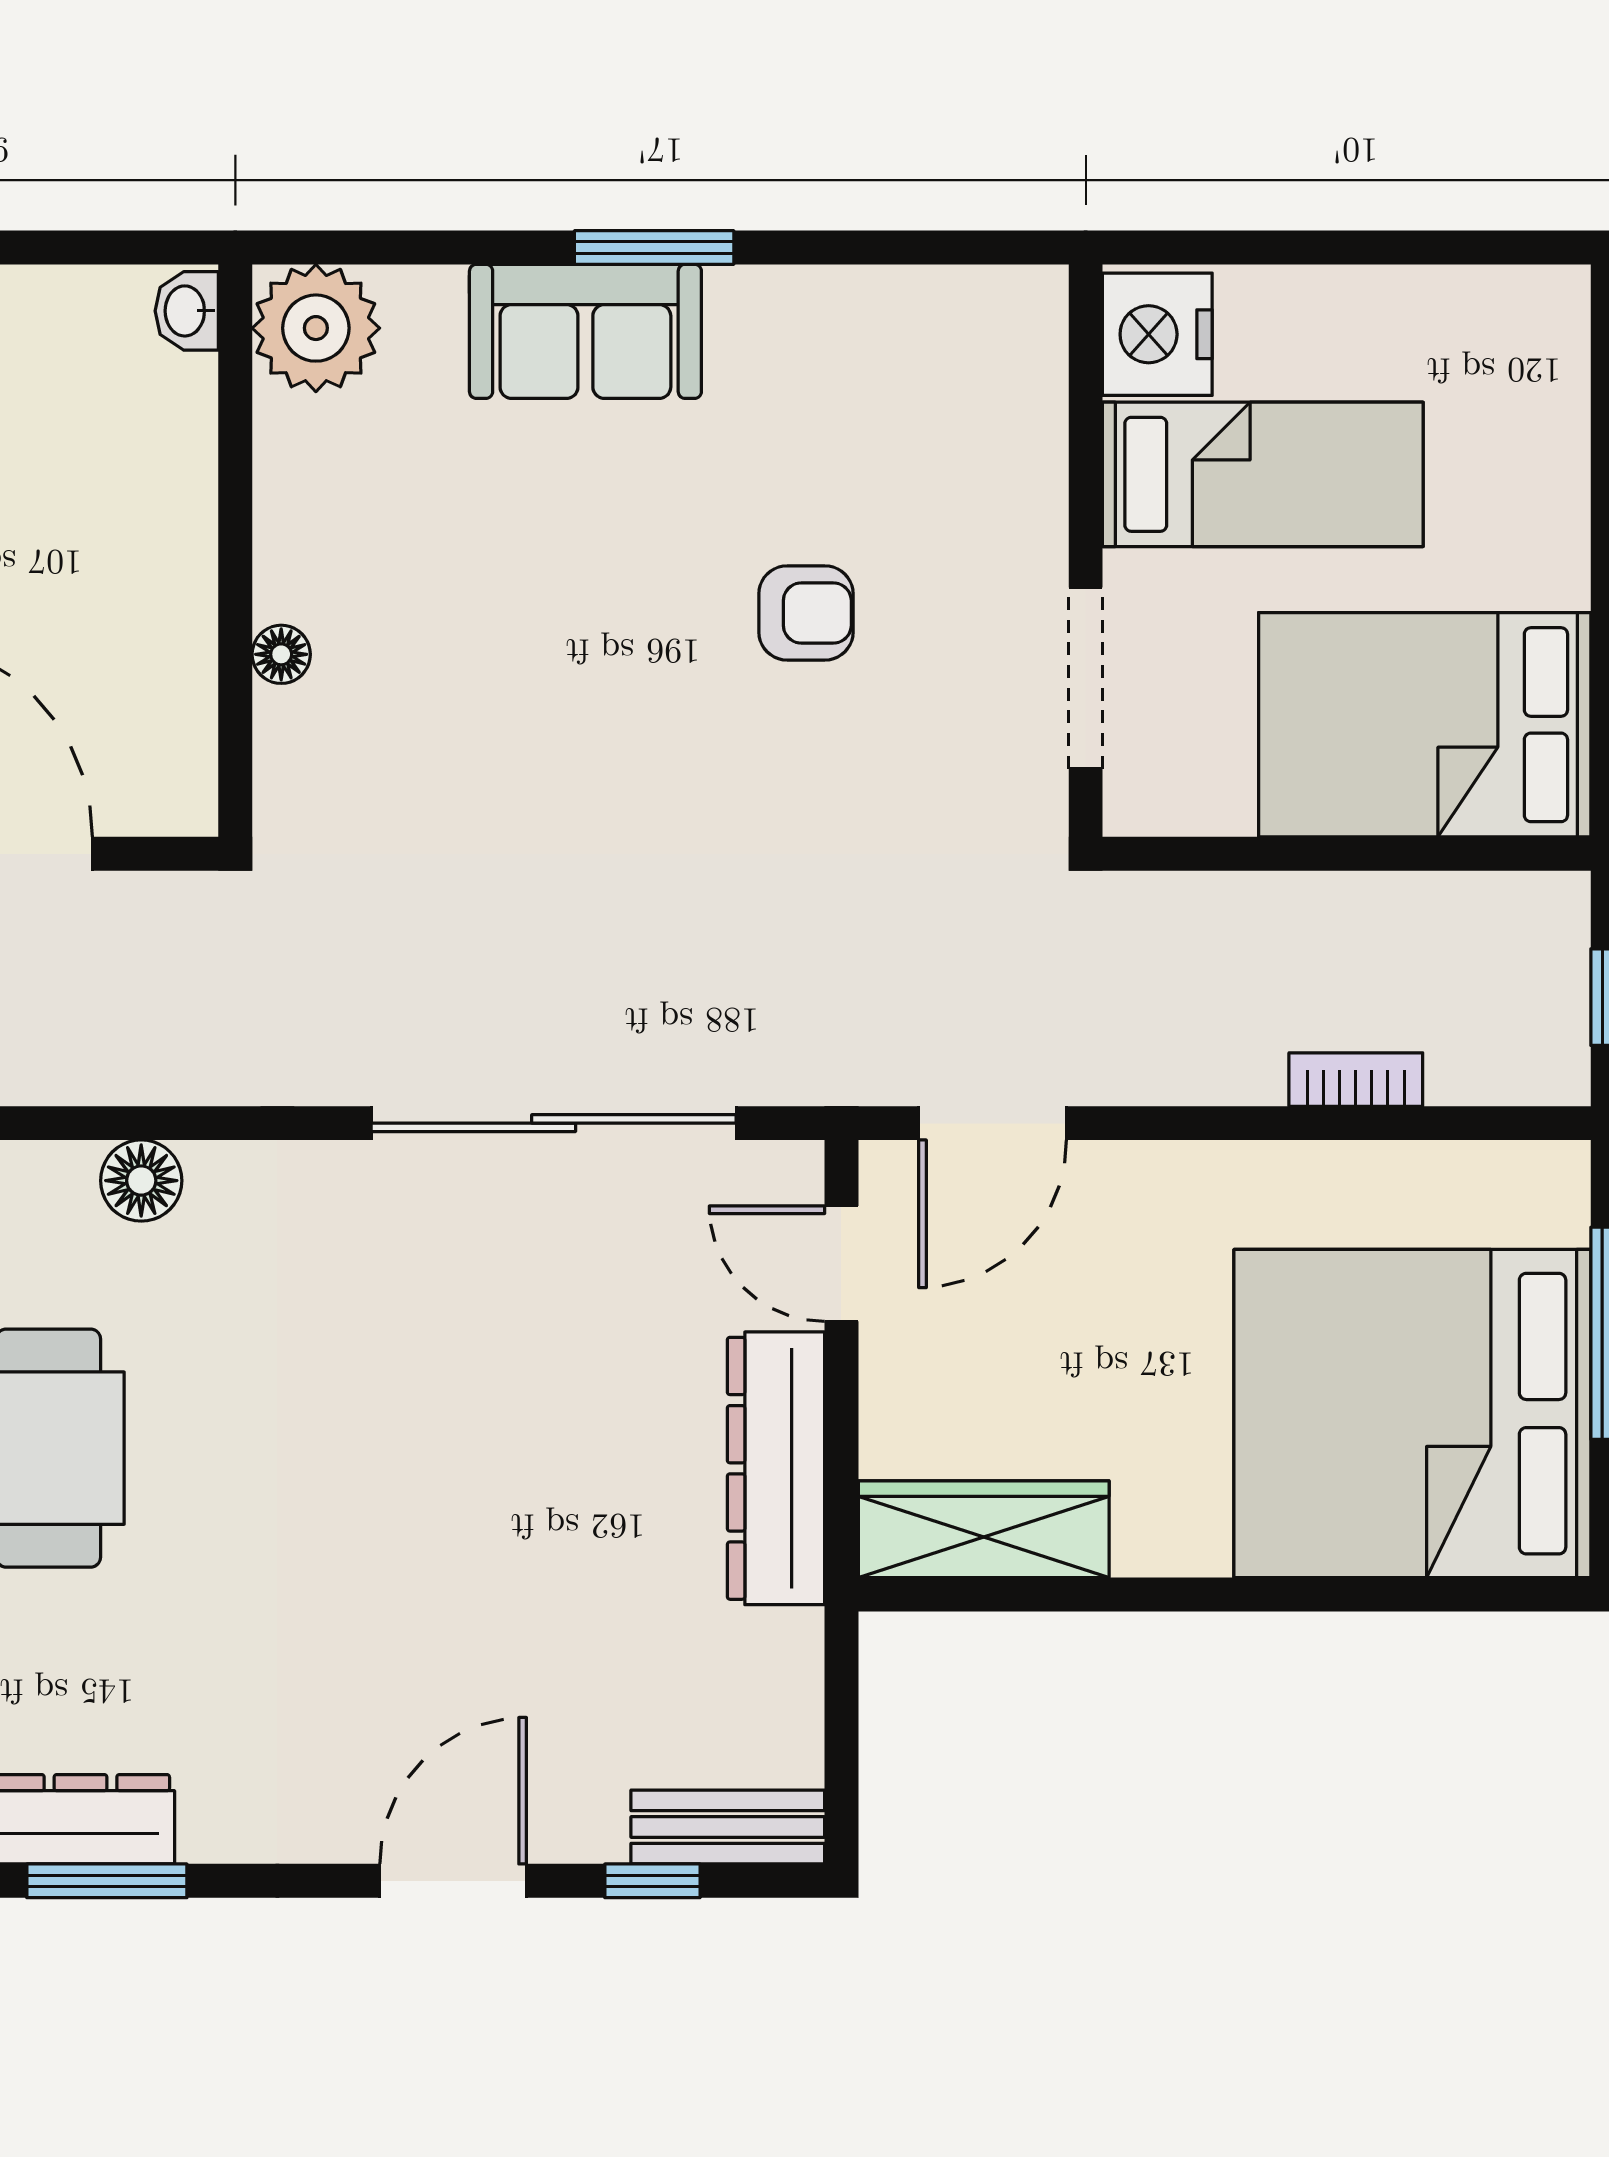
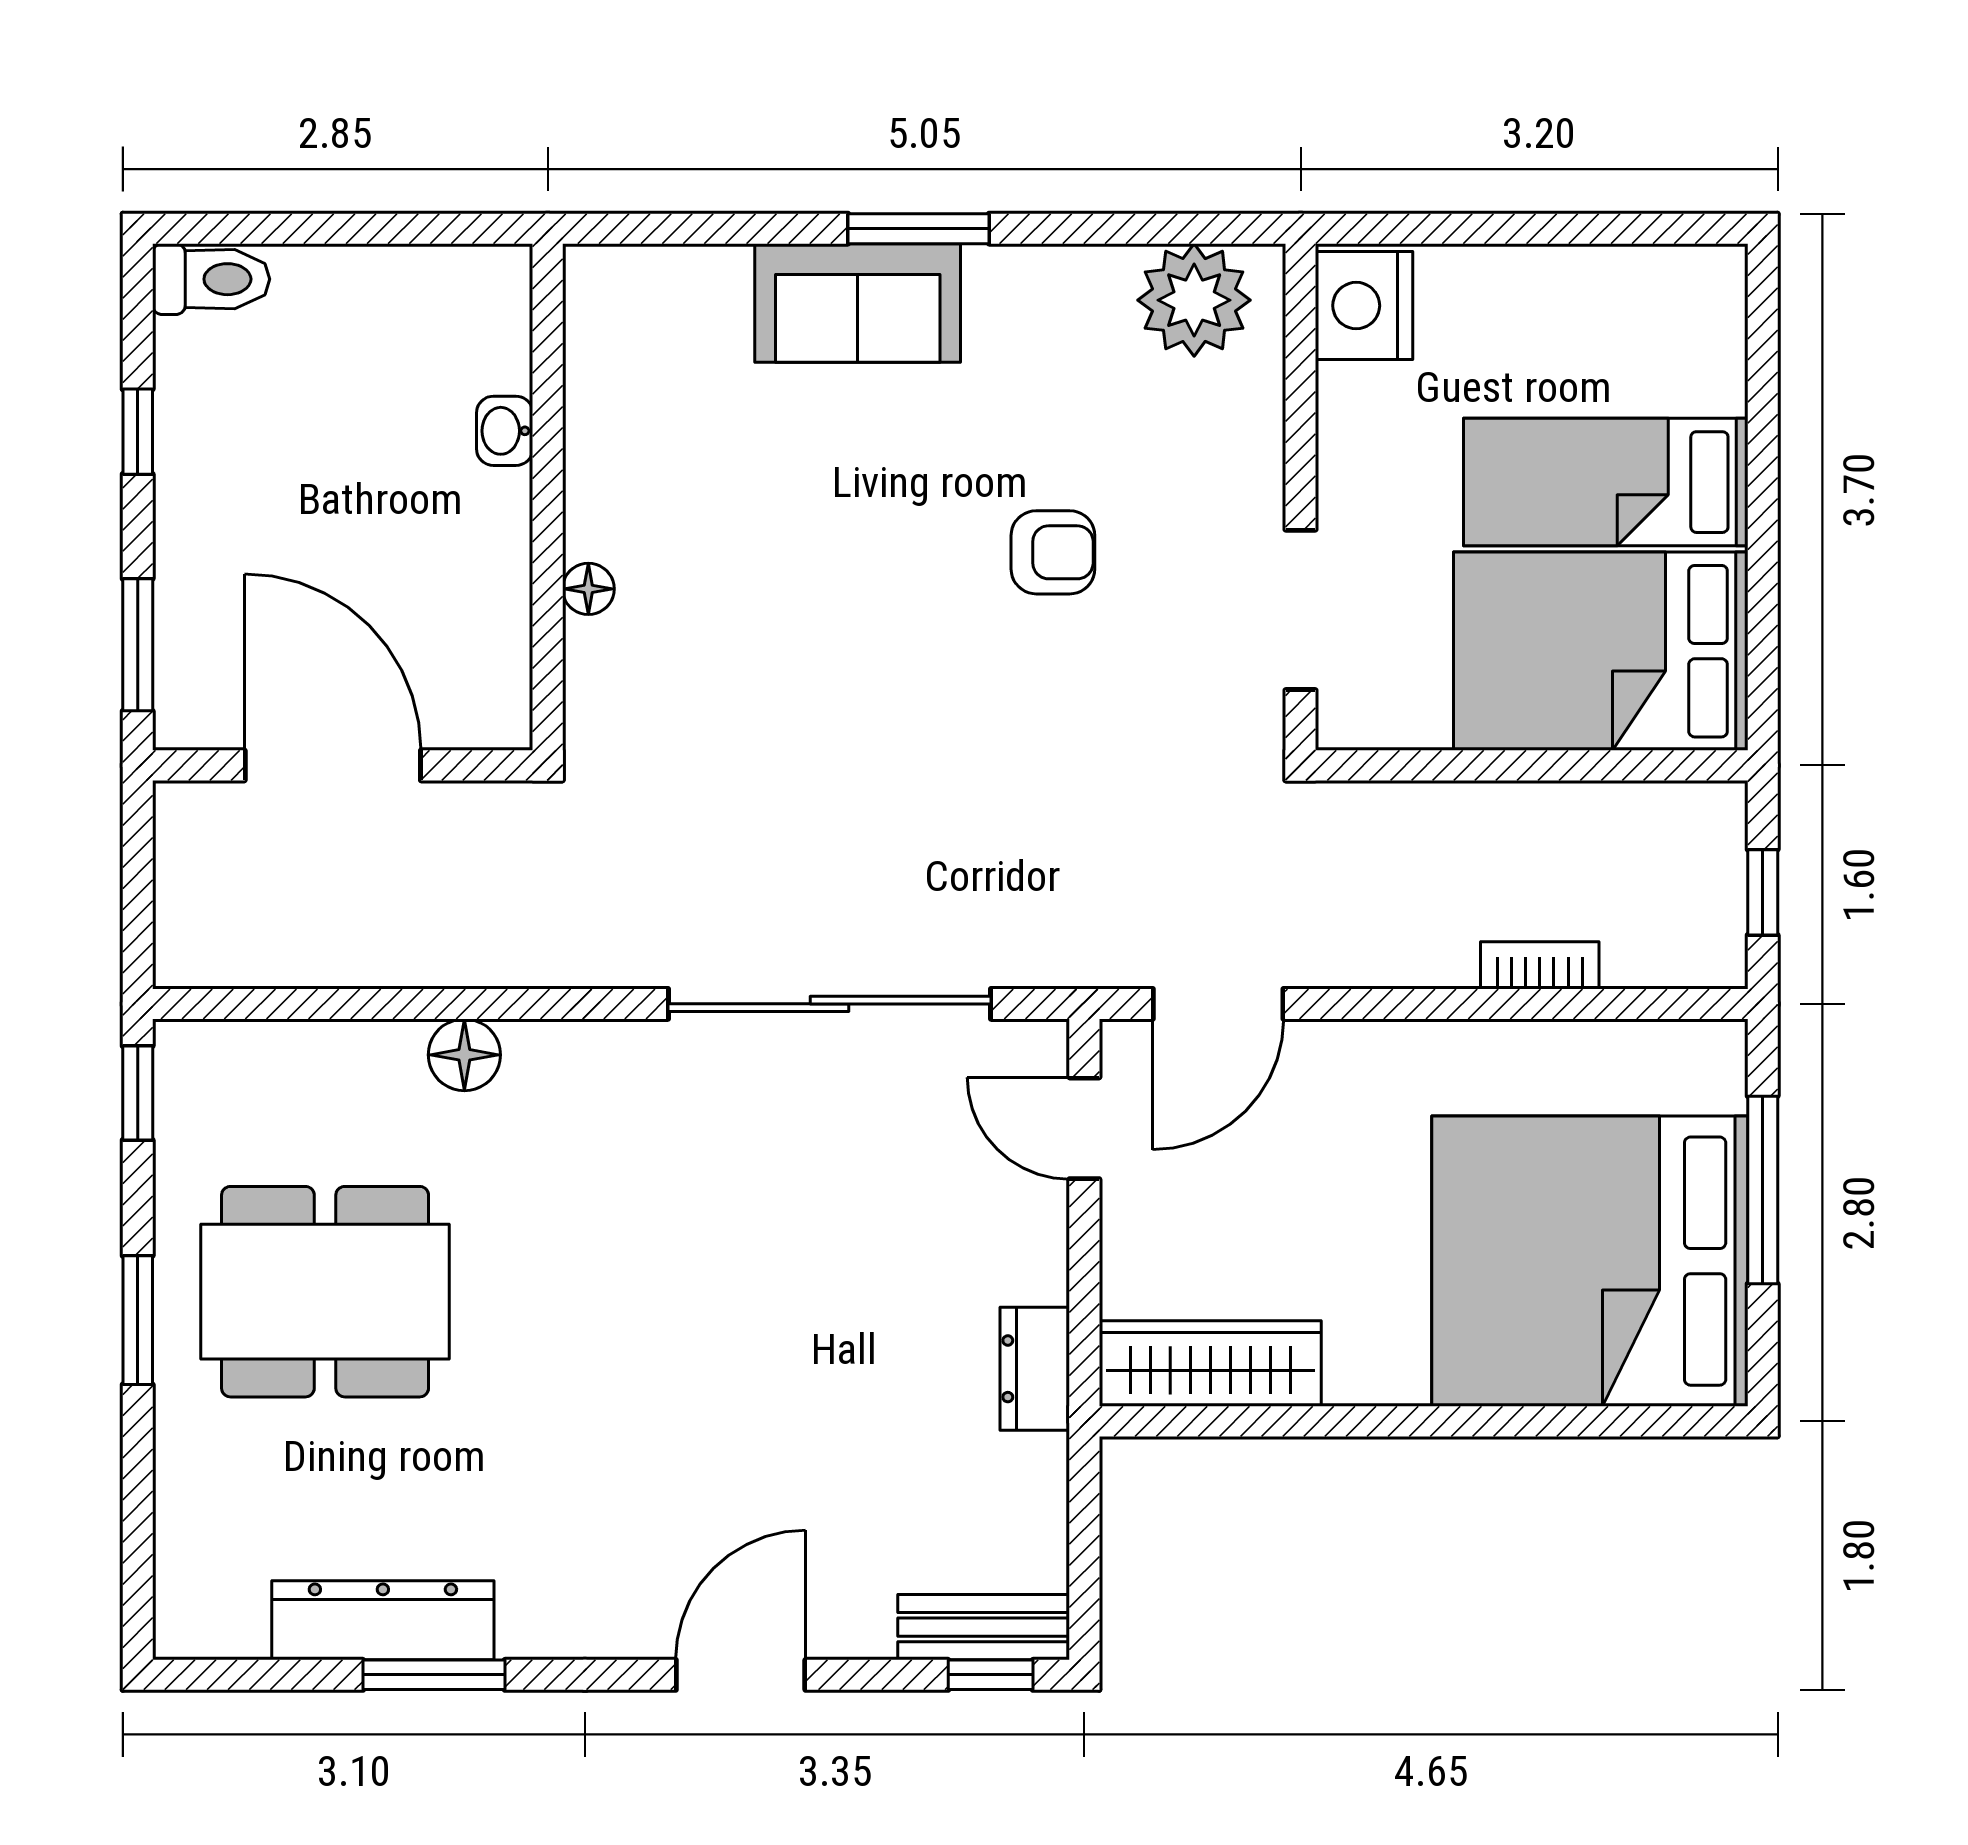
washbasin: (187, 311) -> (505, 431), moved
plant: (316, 328) -> (1194, 300), moved
bed: (1263, 474) -> (1606, 482), moved, turned 180
dresser: (776, 1468) -> (1035, 1369), width x0.51, depth x0.80
window: (652, 1881) -> (991, 1675), moved

